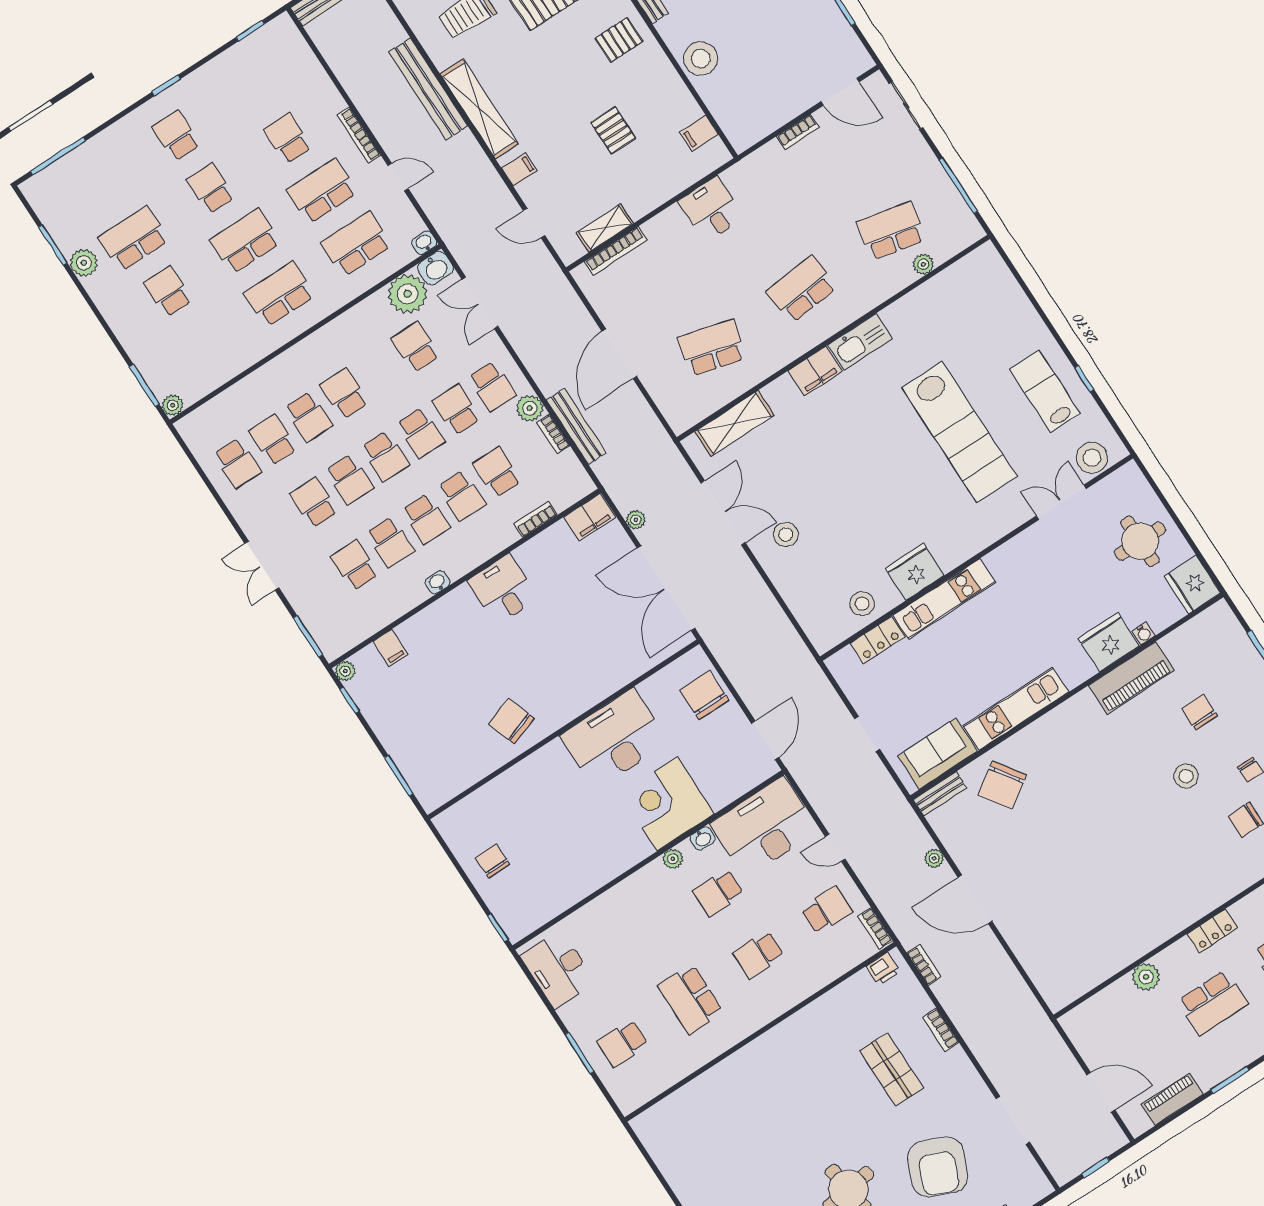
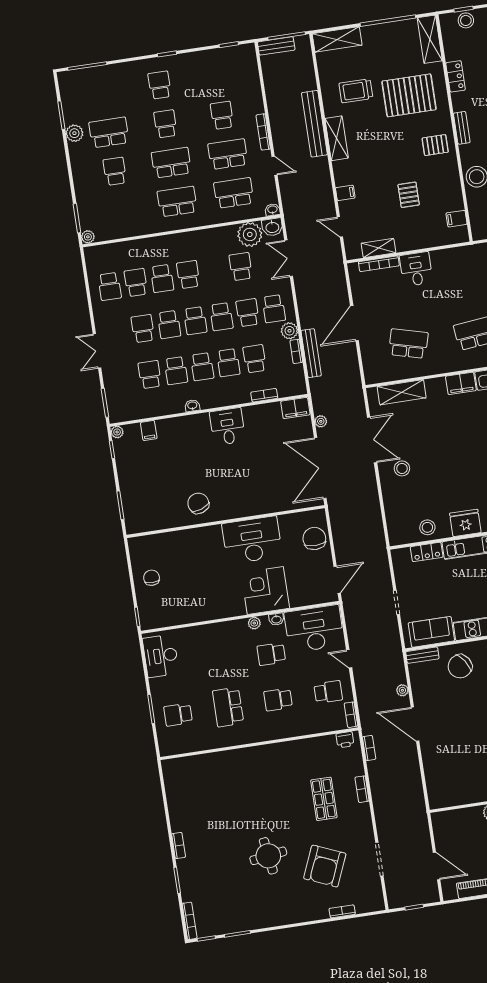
shelving: (479, 109) -> (337, 138), width x0.68
desk: (711, 209) -> (416, 269), moved

